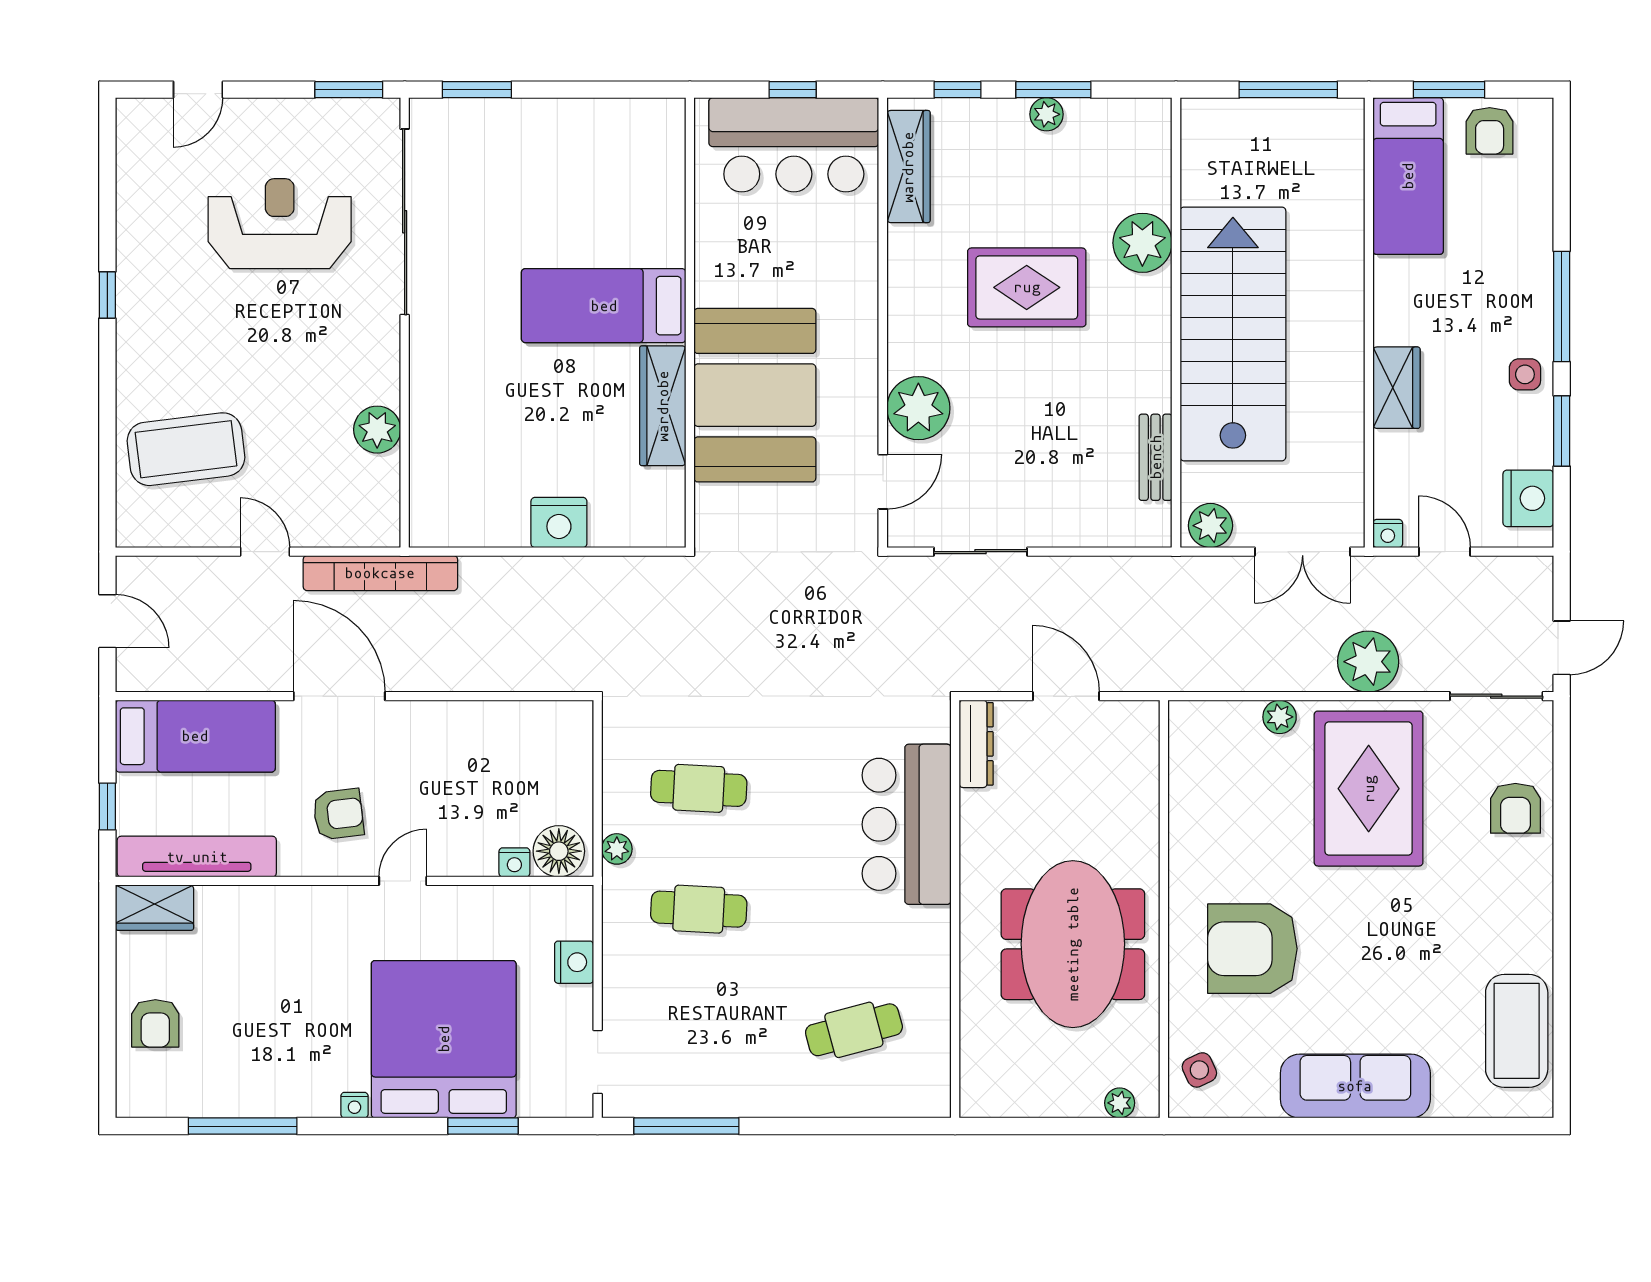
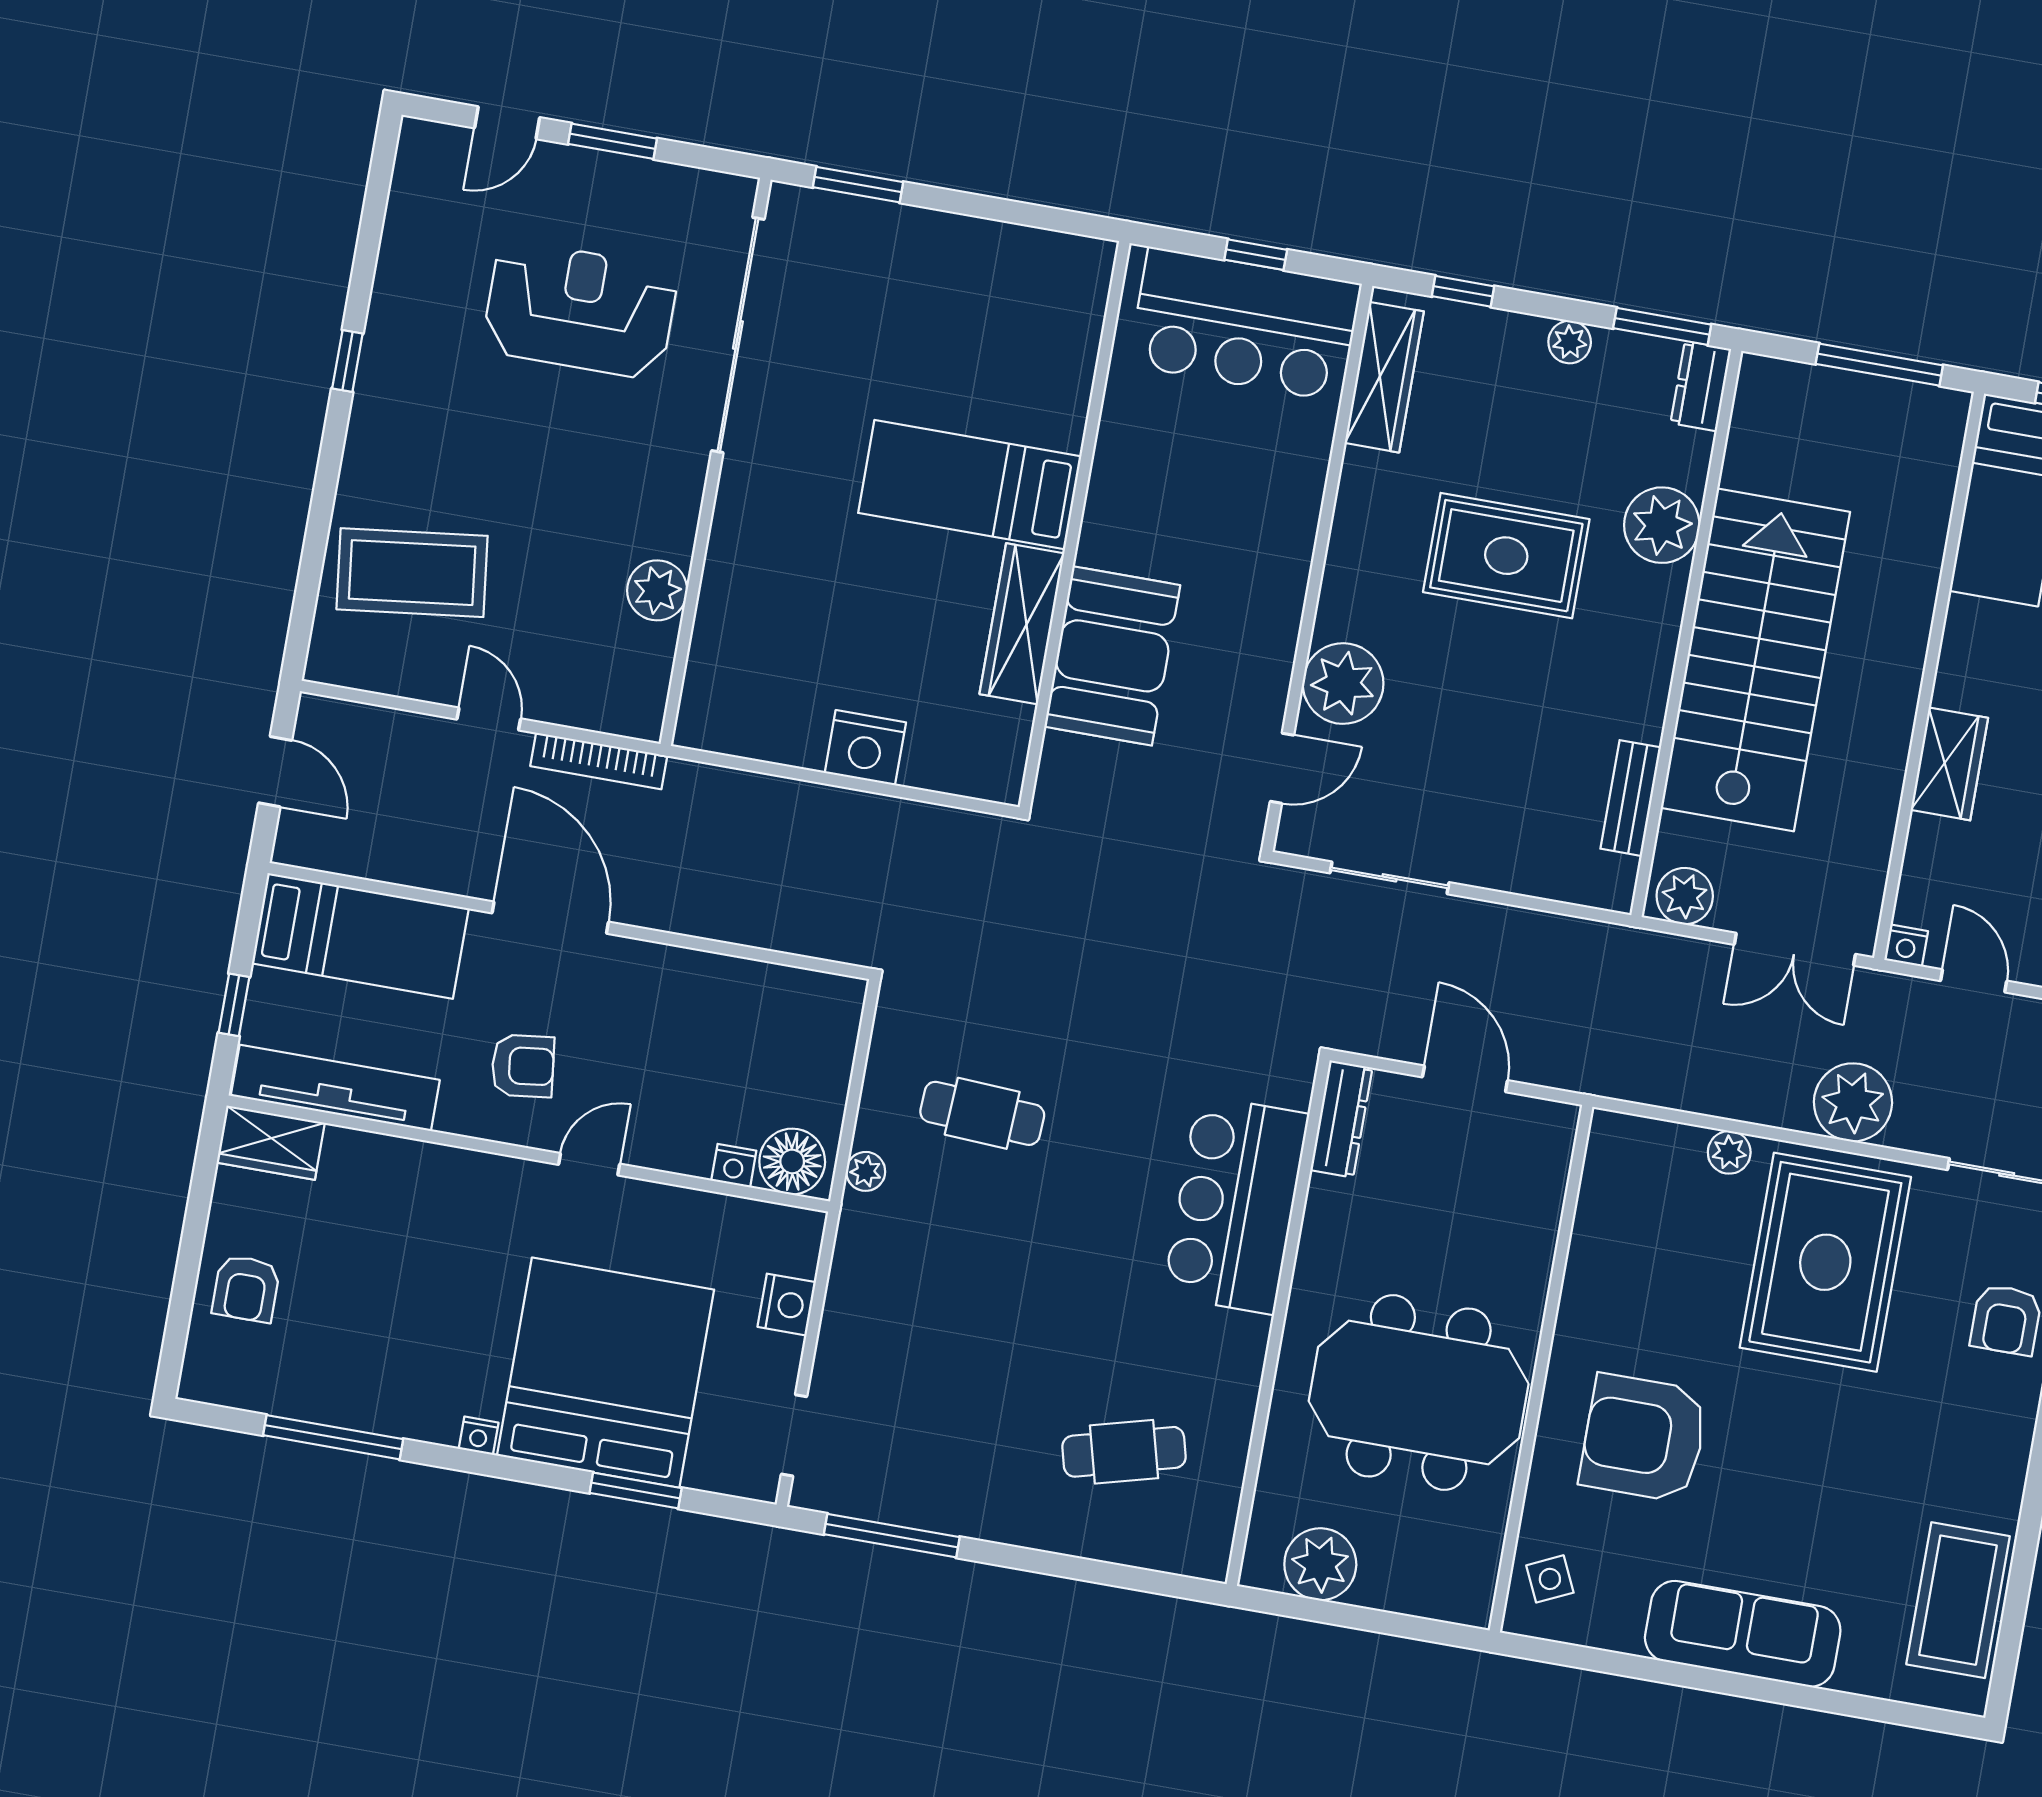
window: (349, 90) -> (613, 141), moved
window: (1053, 90) -> (1662, 326), moved
dresser: (1154, 130) -> (1701, 386), added
booth: (755, 395) -> (1112, 656), width x0.73, depth x0.70
bookcase: (380, 573) -> (599, 761), width x0.68, depth x0.76
cafe table: (699, 909) -> (955, 1265), removed
meeting table: (1073, 944) -> (1419, 1392), turned 90
plant: (1120, 1103) -> (1320, 1564), moved, width x1.88, depth x1.88

